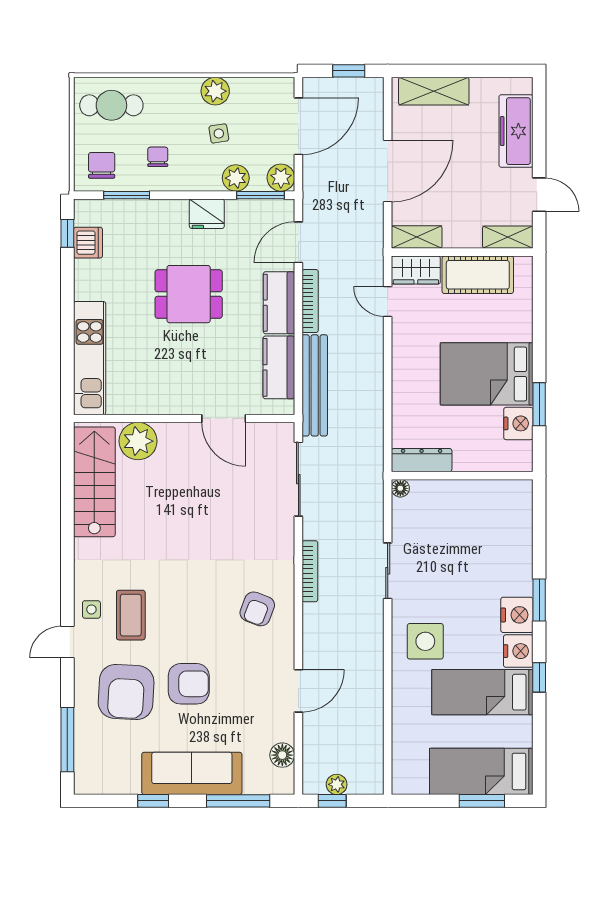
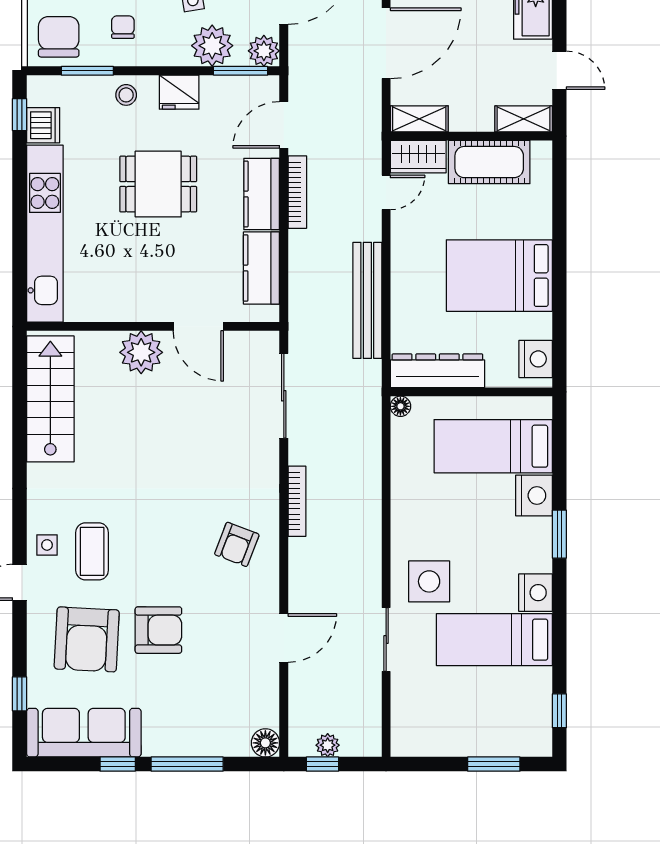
chair: (102, 165) -> (59, 37), width x1.37, depth x1.37
plant: (236, 178) -> (212, 46), width x1.36, depth x1.36
stool: (161, 216) -> (126, 95), added
door: (388, 301) -> (386, 192), swing flipped
kitchen unit: (90, 358) -> (45, 234), width x1.36
bench: (315, 385) -> (367, 300), moved
window: (539, 404) -> (559, 310), removed
nightstand: (518, 423) -> (536, 359), moved
plant: (138, 441) -> (141, 352), moved
dresser: (422, 460) -> (437, 371), width x1.37, depth x1.24
sliding door: (388, 571) -> (386, 640), moved
nightstand: (517, 615) -> (534, 495), moved
window: (539, 677) -> (559, 711), moved
window: (67, 740) -> (19, 694), width x0.46
floor lamp: (282, 755) -> (265, 743), moved
bed: (481, 771) -> (493, 446), moved
sofa: (192, 773) -> (84, 733), moved
window: (238, 801) -> (187, 764), moved

